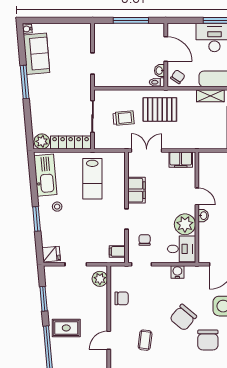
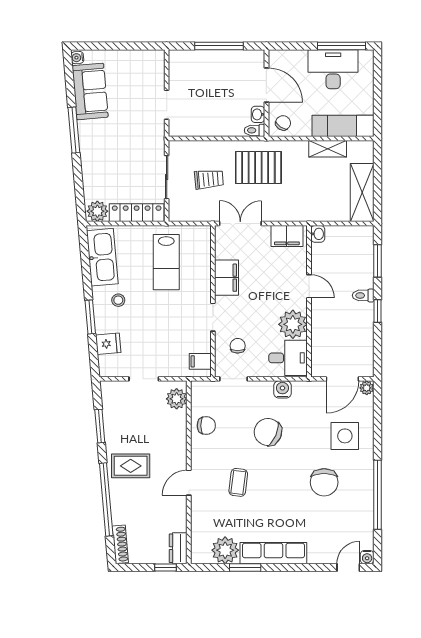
washbasin: (203, 216) -> (318, 234), moved
fridge: (51, 254) -> (108, 344), moved
chair: (183, 317) -> (268, 432), moved, turned 74

